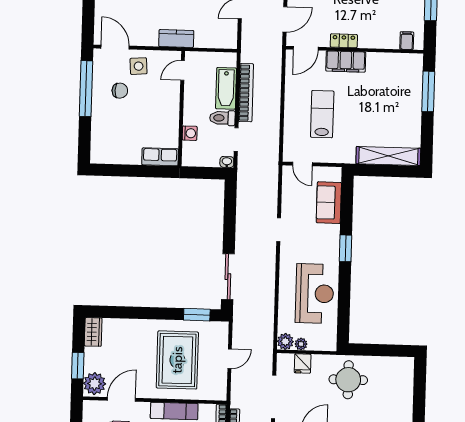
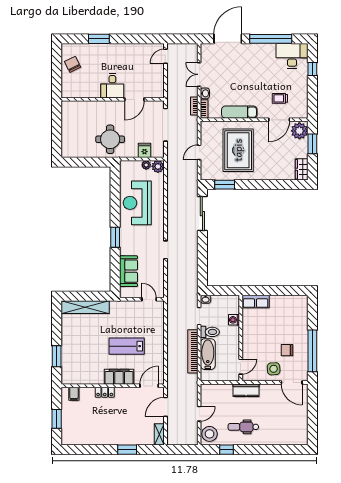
locker: (344, 41) -> (105, 392), moved
window: (428, 91) -> (57, 356), width x0.69
lab bench: (322, 114) -> (127, 346), moved, turned 90

